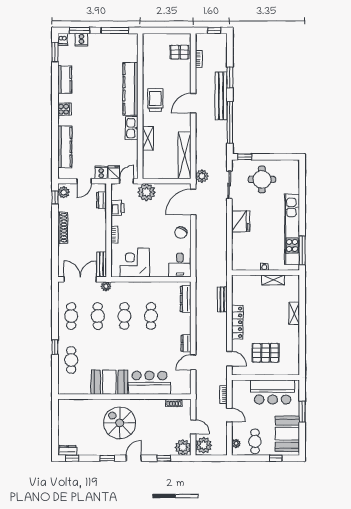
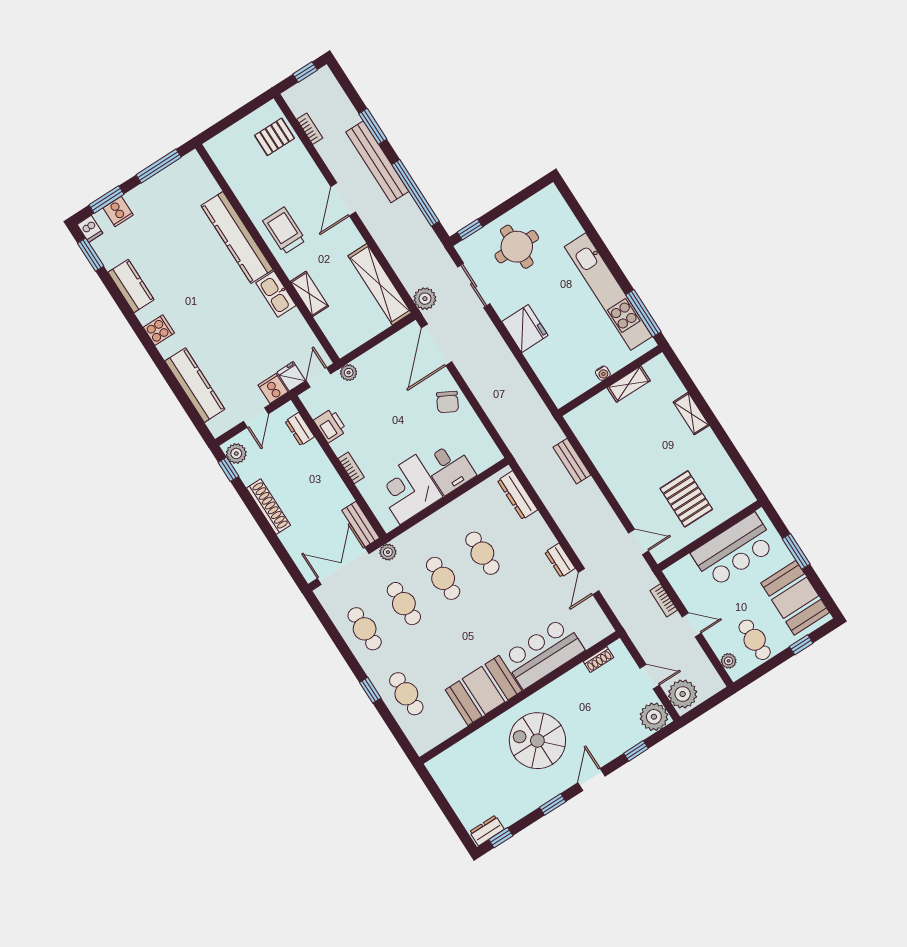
plant: (147, 192) -> (349, 373), width x0.53, depth x0.53
desk: (180, 265) -> (450, 468), moved
locker: (237, 322) -> (616, 481), removed
pallet: (266, 353) -> (686, 499), turned 90

